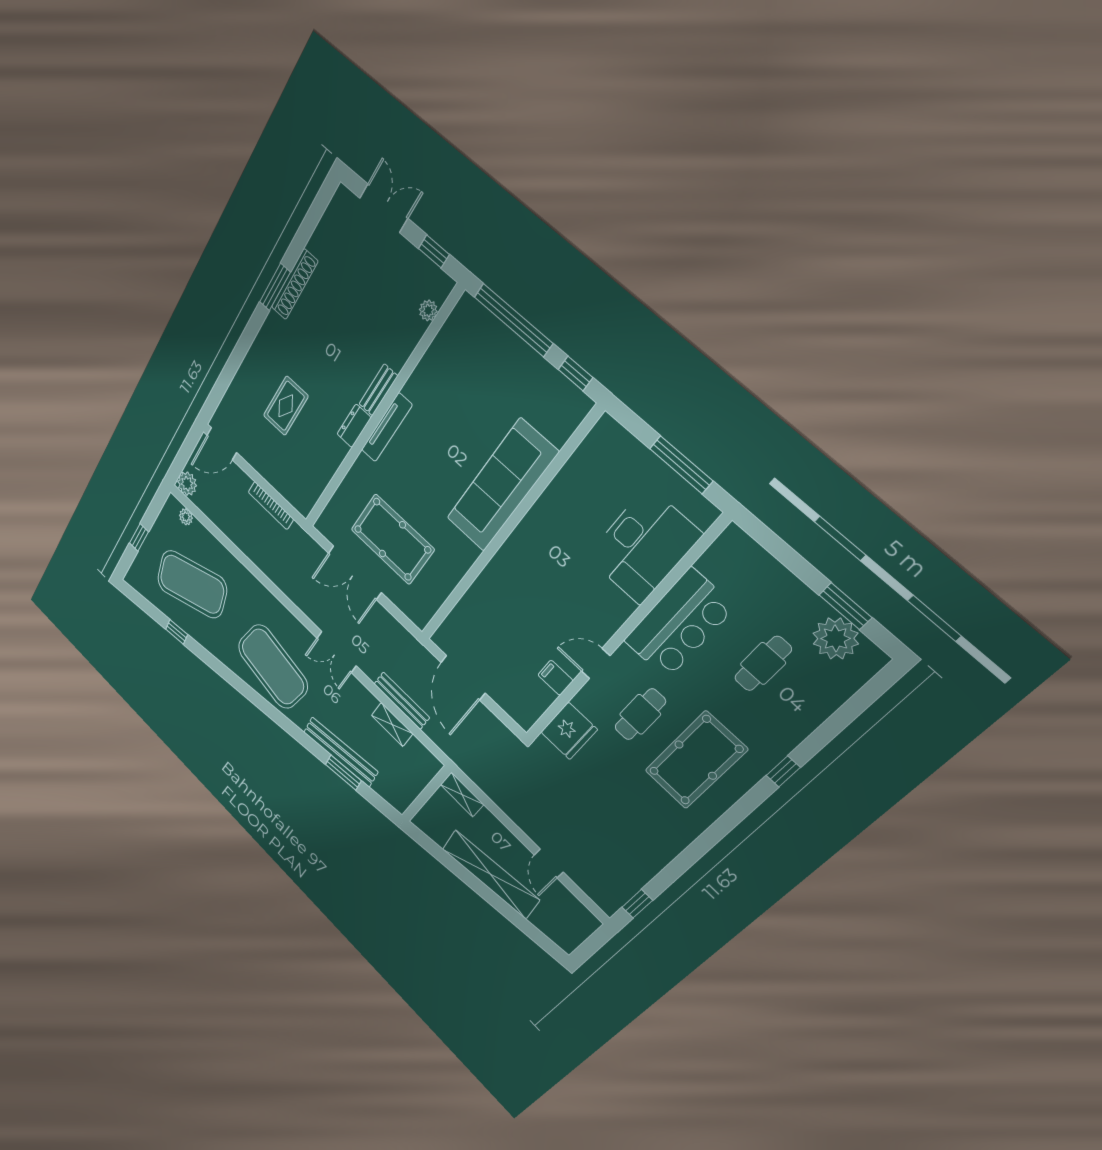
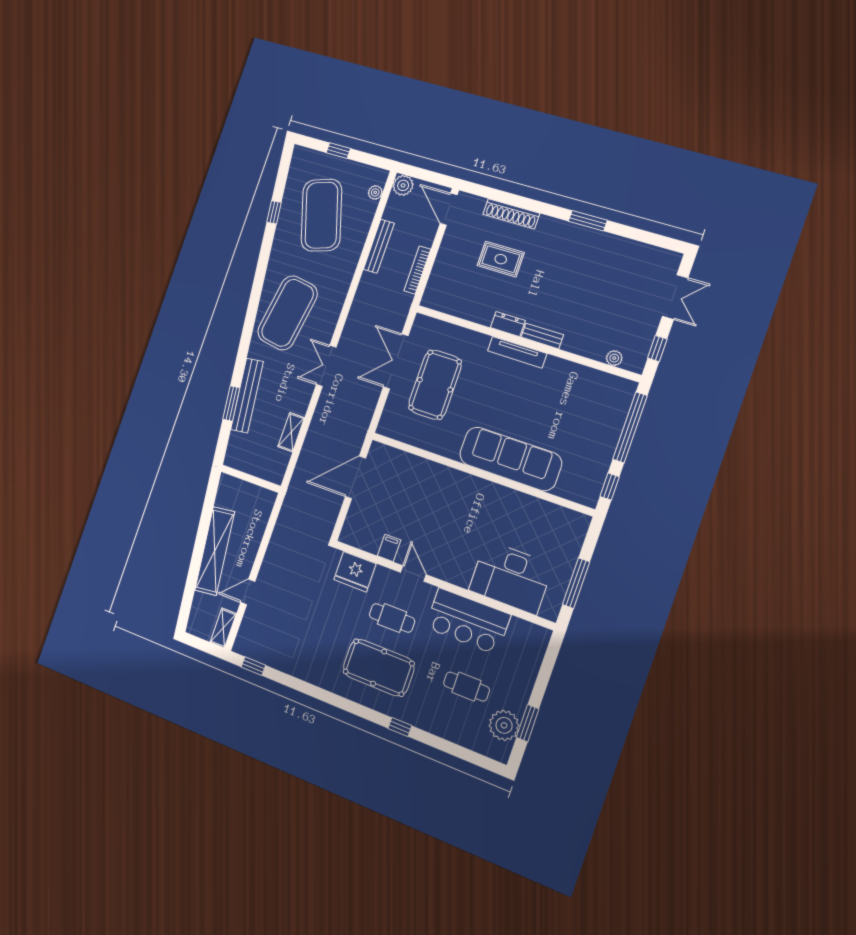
shoe rack: (295, 284) -> (511, 214), moved
bench: (402, 701) -> (379, 246), moved
shelving: (462, 795) -> (223, 628), moved

